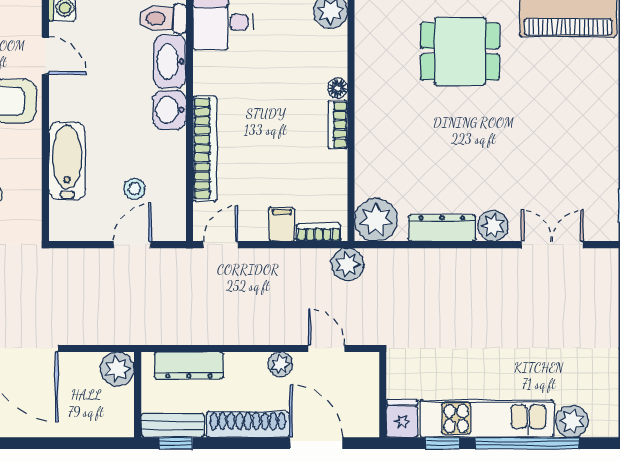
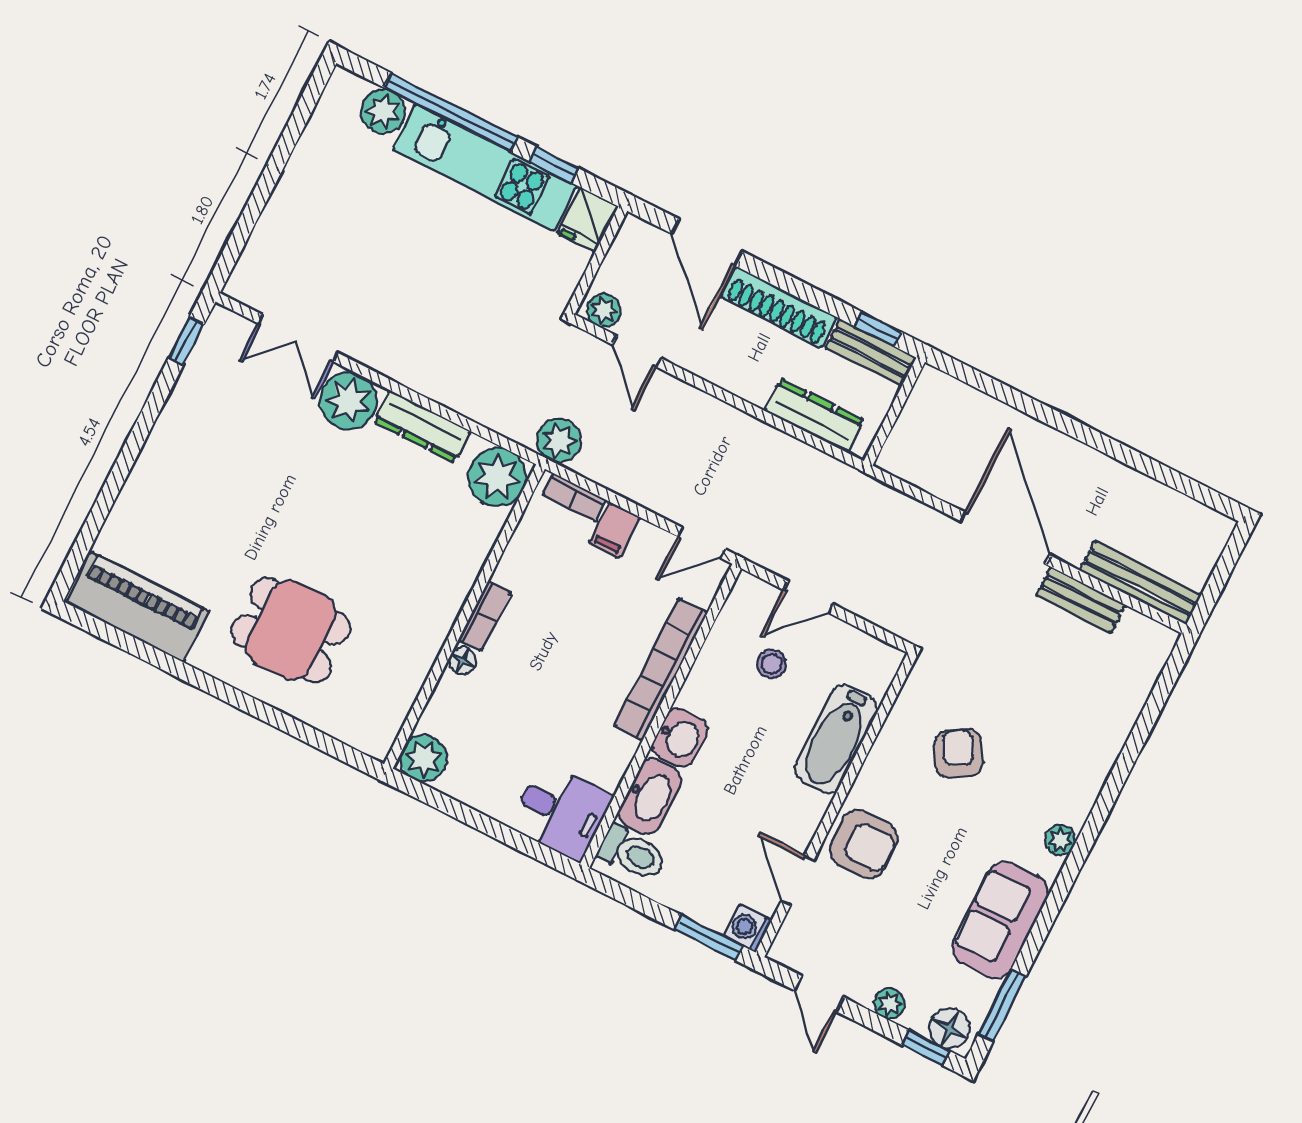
plant: (493, 226) -> (348, 401), width x1.36, depth x1.36
plant: (280, 364) -> (604, 311), moved
plant: (117, 369) -> (903, 455), removed

